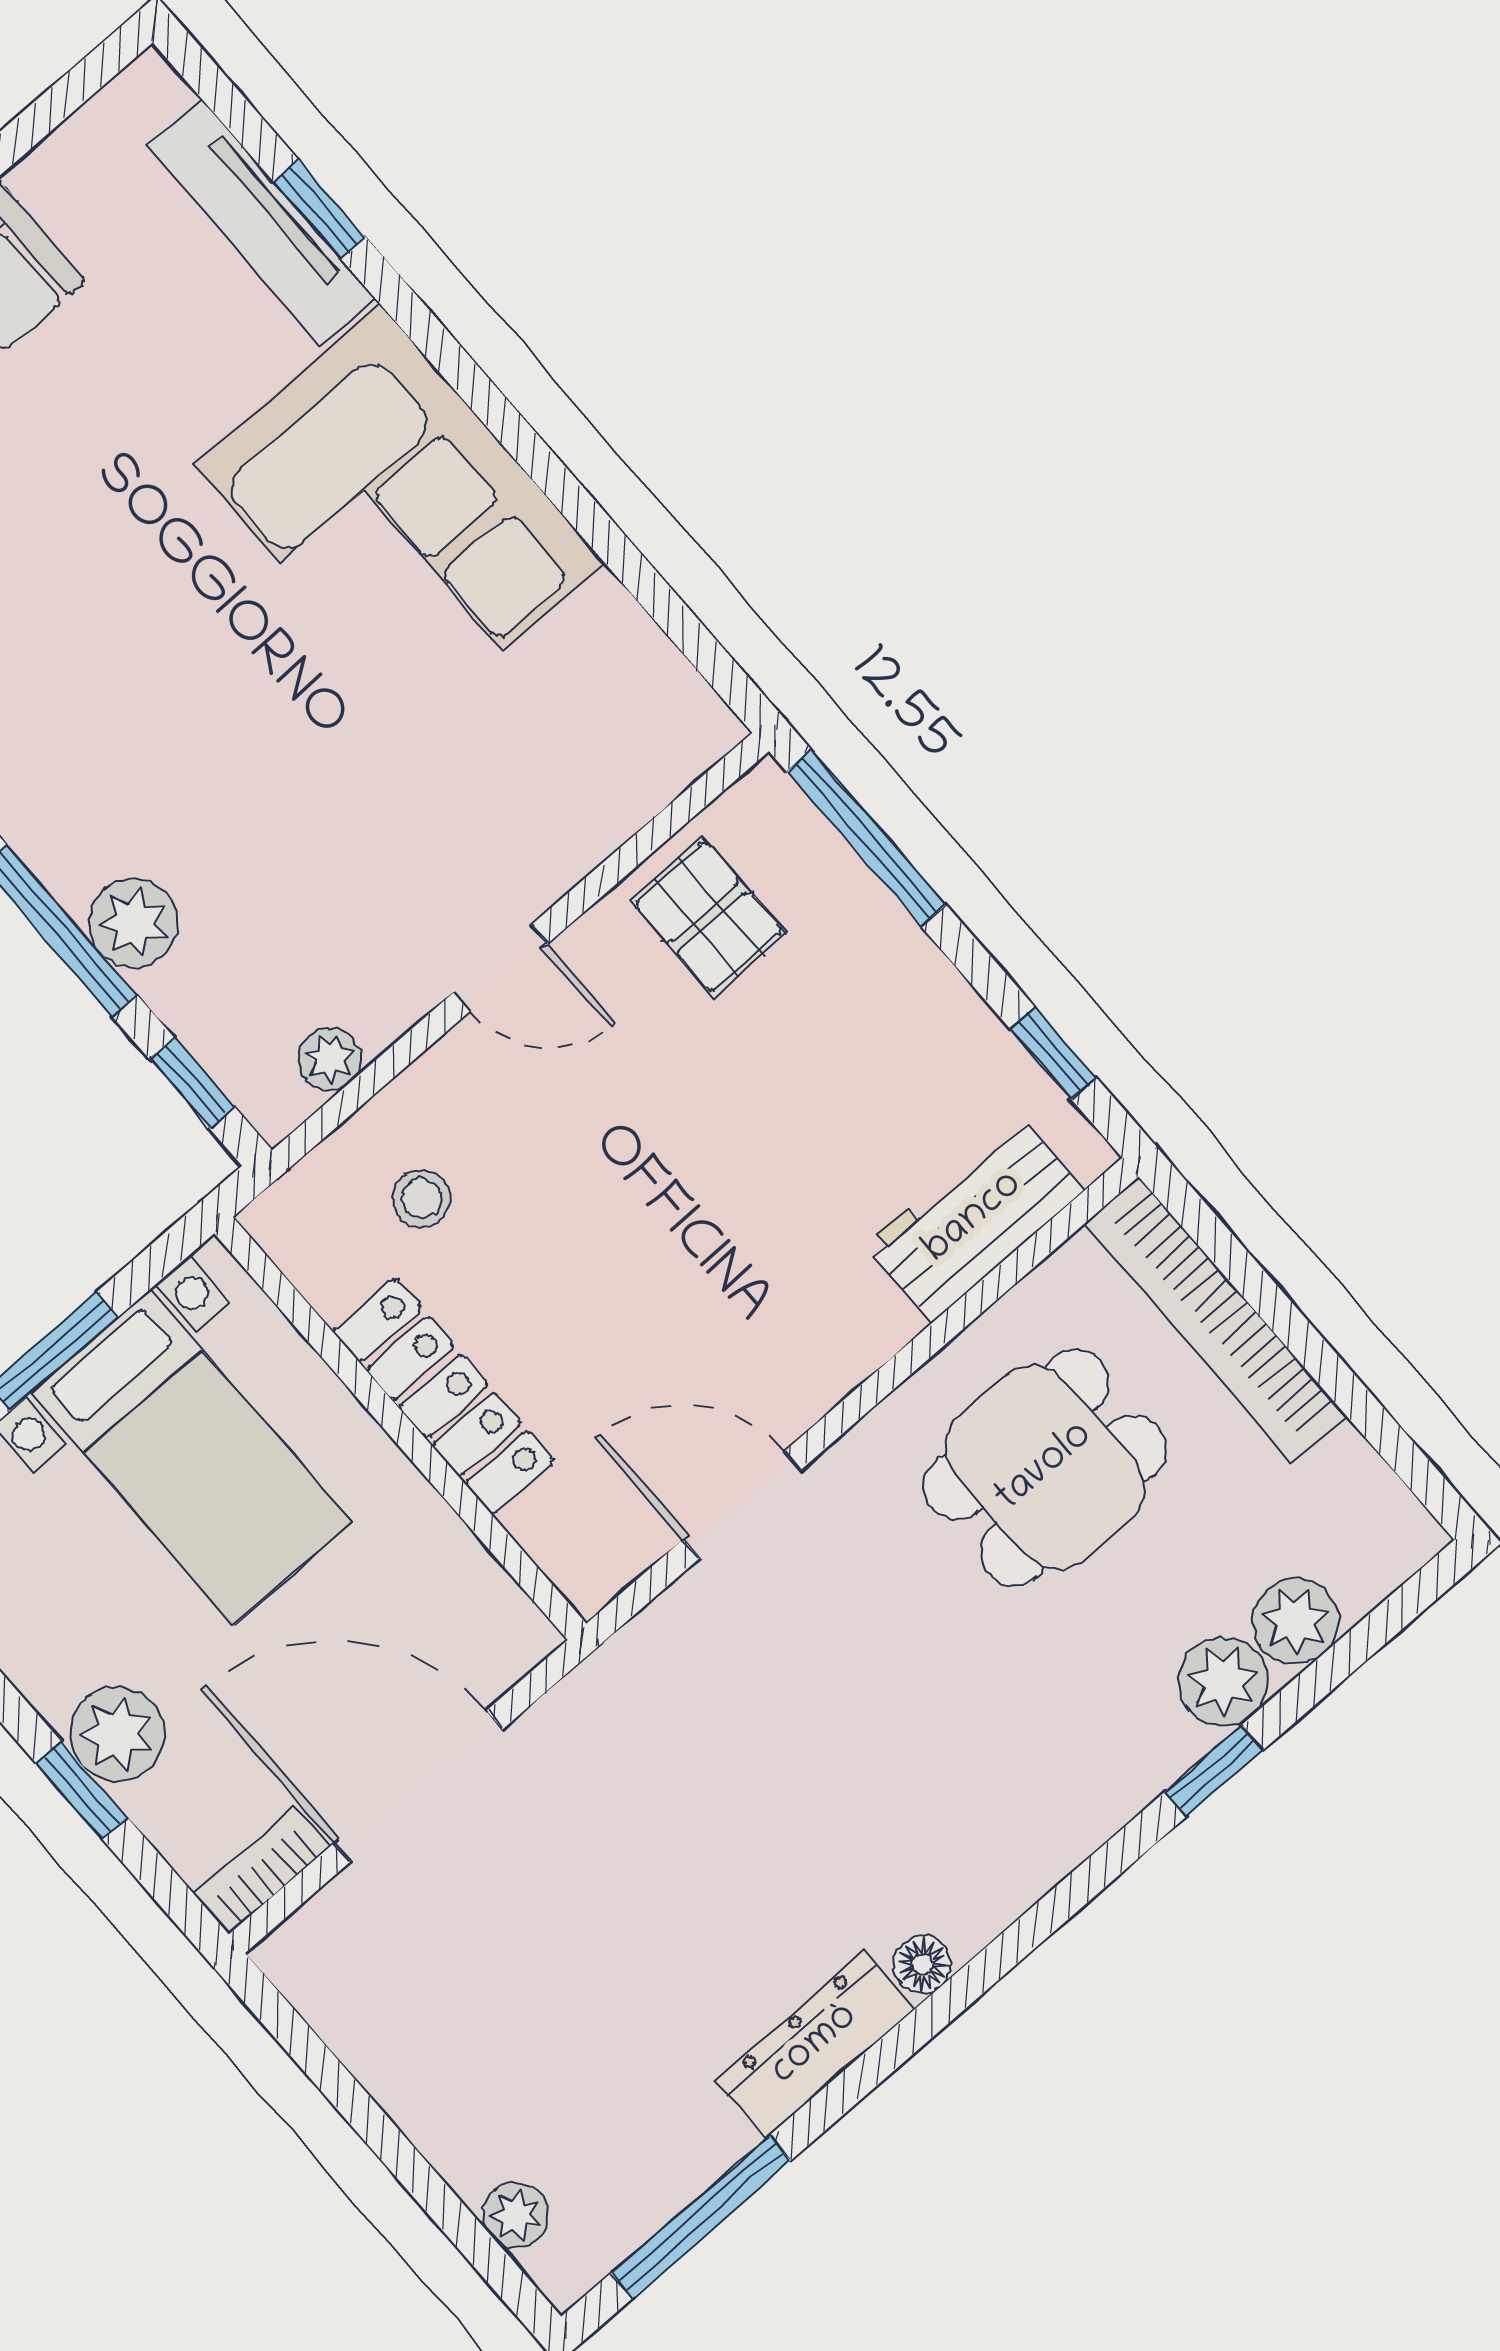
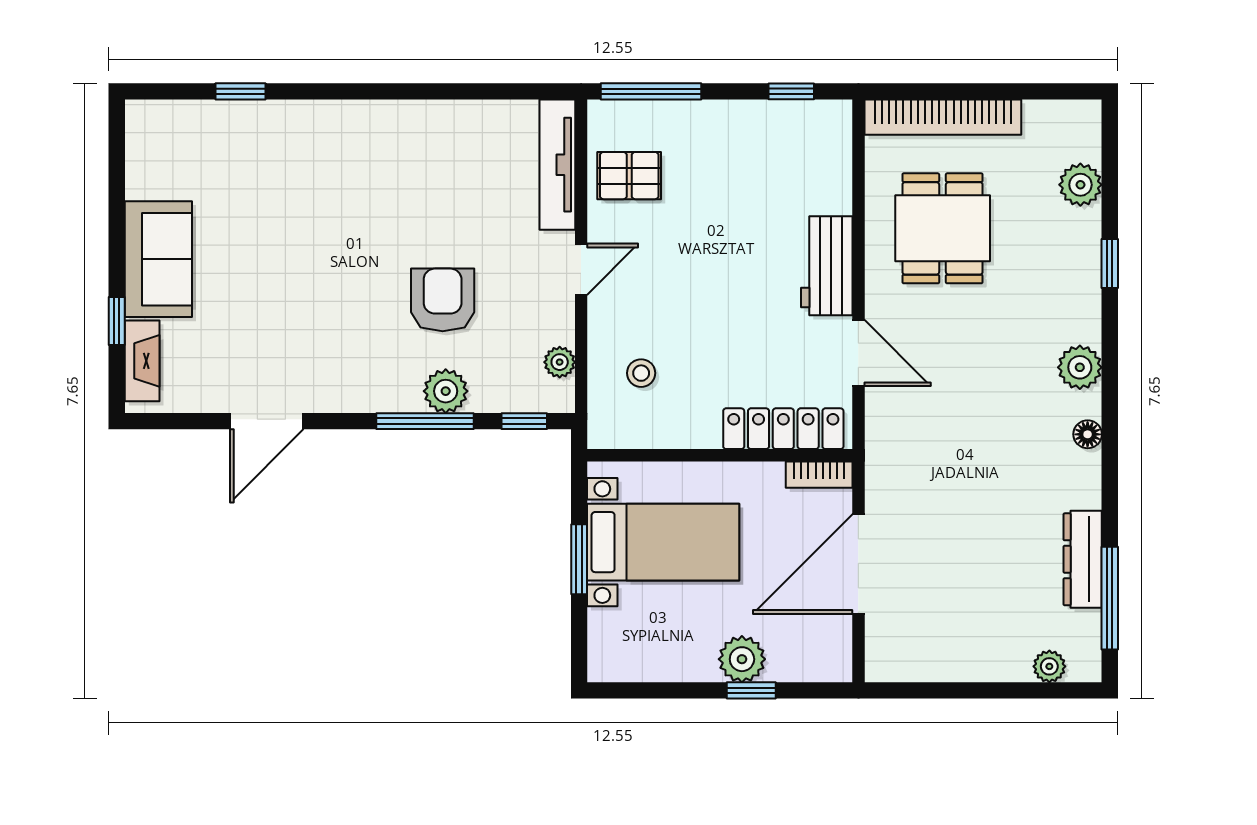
tv unit: (261, 222) -> (557, 165), moved, turned 90
corner sofa: (400, 514) -> (380, 160), removed
armchair: (269, 797) -> (443, 300), added
workbench: (974, 1218) -> (827, 266), moved
locker: (444, 1396) -> (783, 429), moved
door: (742, 1505) -> (858, 353), swing flipped
plant: (1224, 1682) -> (1080, 367), moved
bookcase: (262, 1870) -> (819, 475), moved, turned -90
dresser: (815, 2045) -> (1083, 559), moved

